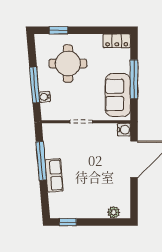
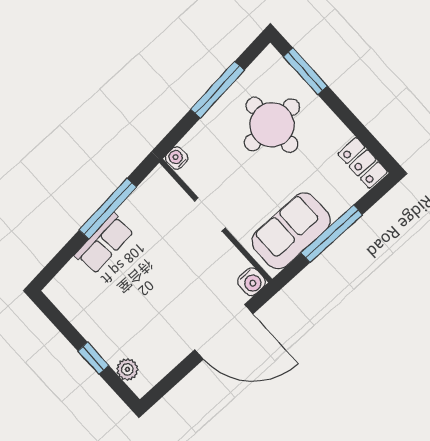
window: (59, 30) -> (305, 71), width x1.50
window: (35, 85) -> (218, 90), moved
water cooler: (45, 97) -> (177, 158), moved
window: (68, 222) -> (93, 358), moved

